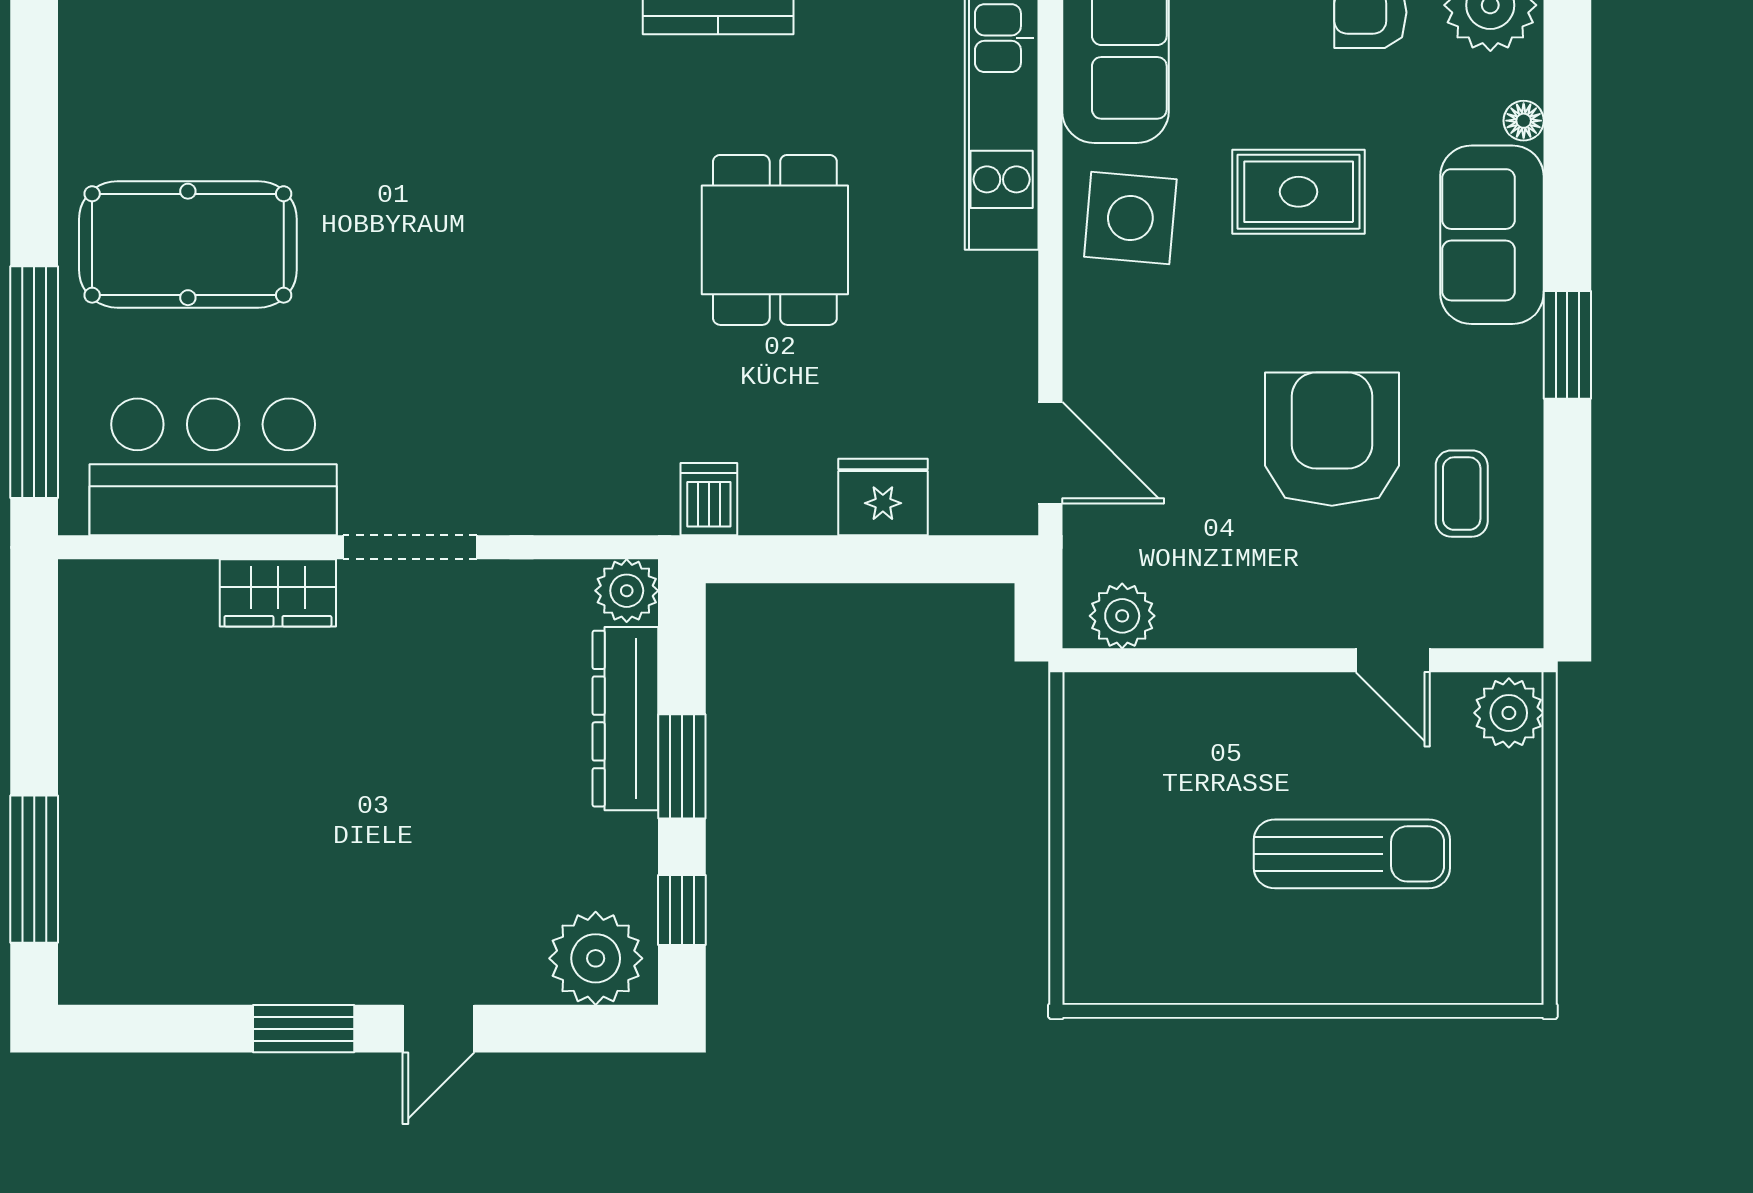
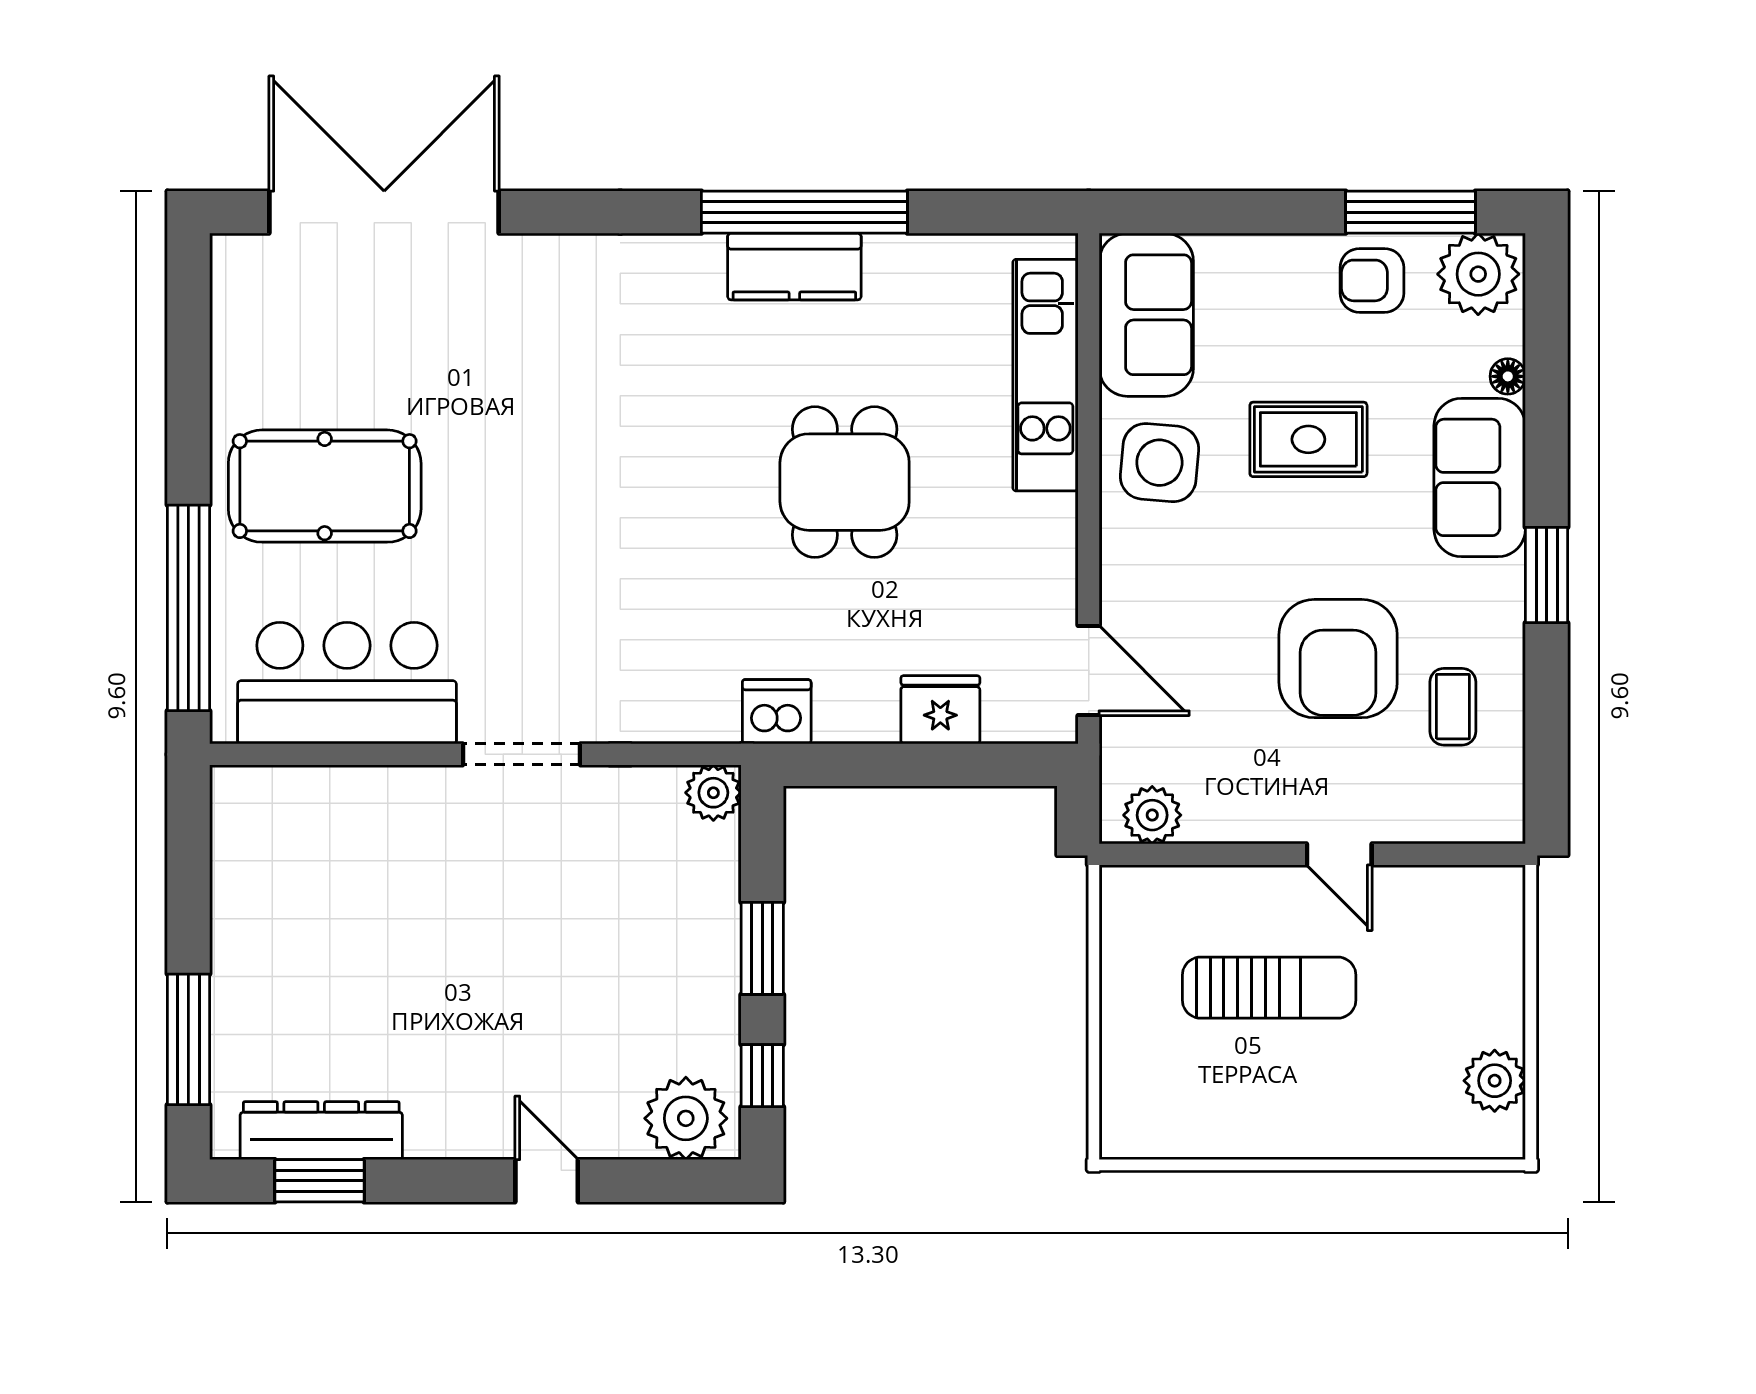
armchair: (1332, 439) -> (1338, 659), turned 180
dishwasher: (709, 499) -> (777, 712), width x1.38
wardrobe: (278, 593) -> (404, 795), removed
door: (1393, 660) -> (1339, 854), moved
plant: (1509, 713) -> (1495, 1081), moved
dresser: (625, 719) -> (321, 1131), moved, turned 90
sun lounger: (1352, 854) -> (1269, 988), moved
window: (304, 1029) -> (319, 1181), moved
door: (439, 1029) -> (547, 1181), swing flipped

